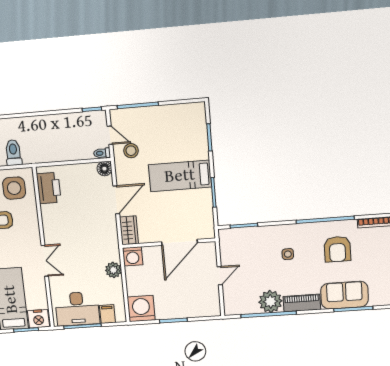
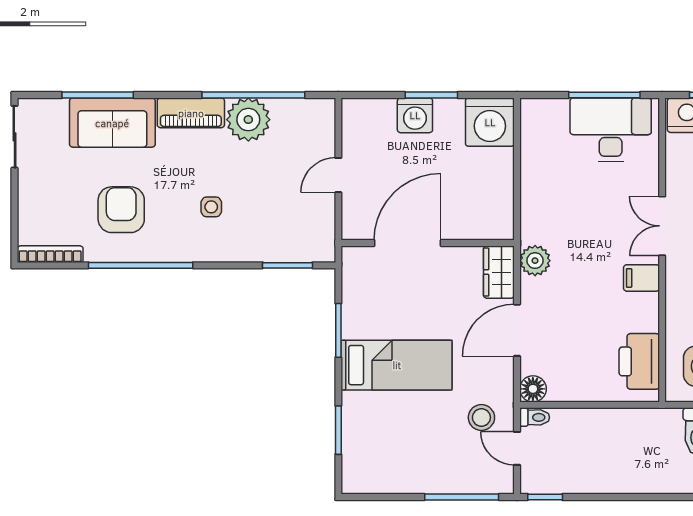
washing machine: (133, 256) -> (415, 115), moved, turned 180
plant: (113, 270) -> (535, 261), moved
filing cabinet: (107, 314) -> (642, 278), moved, turned 90

